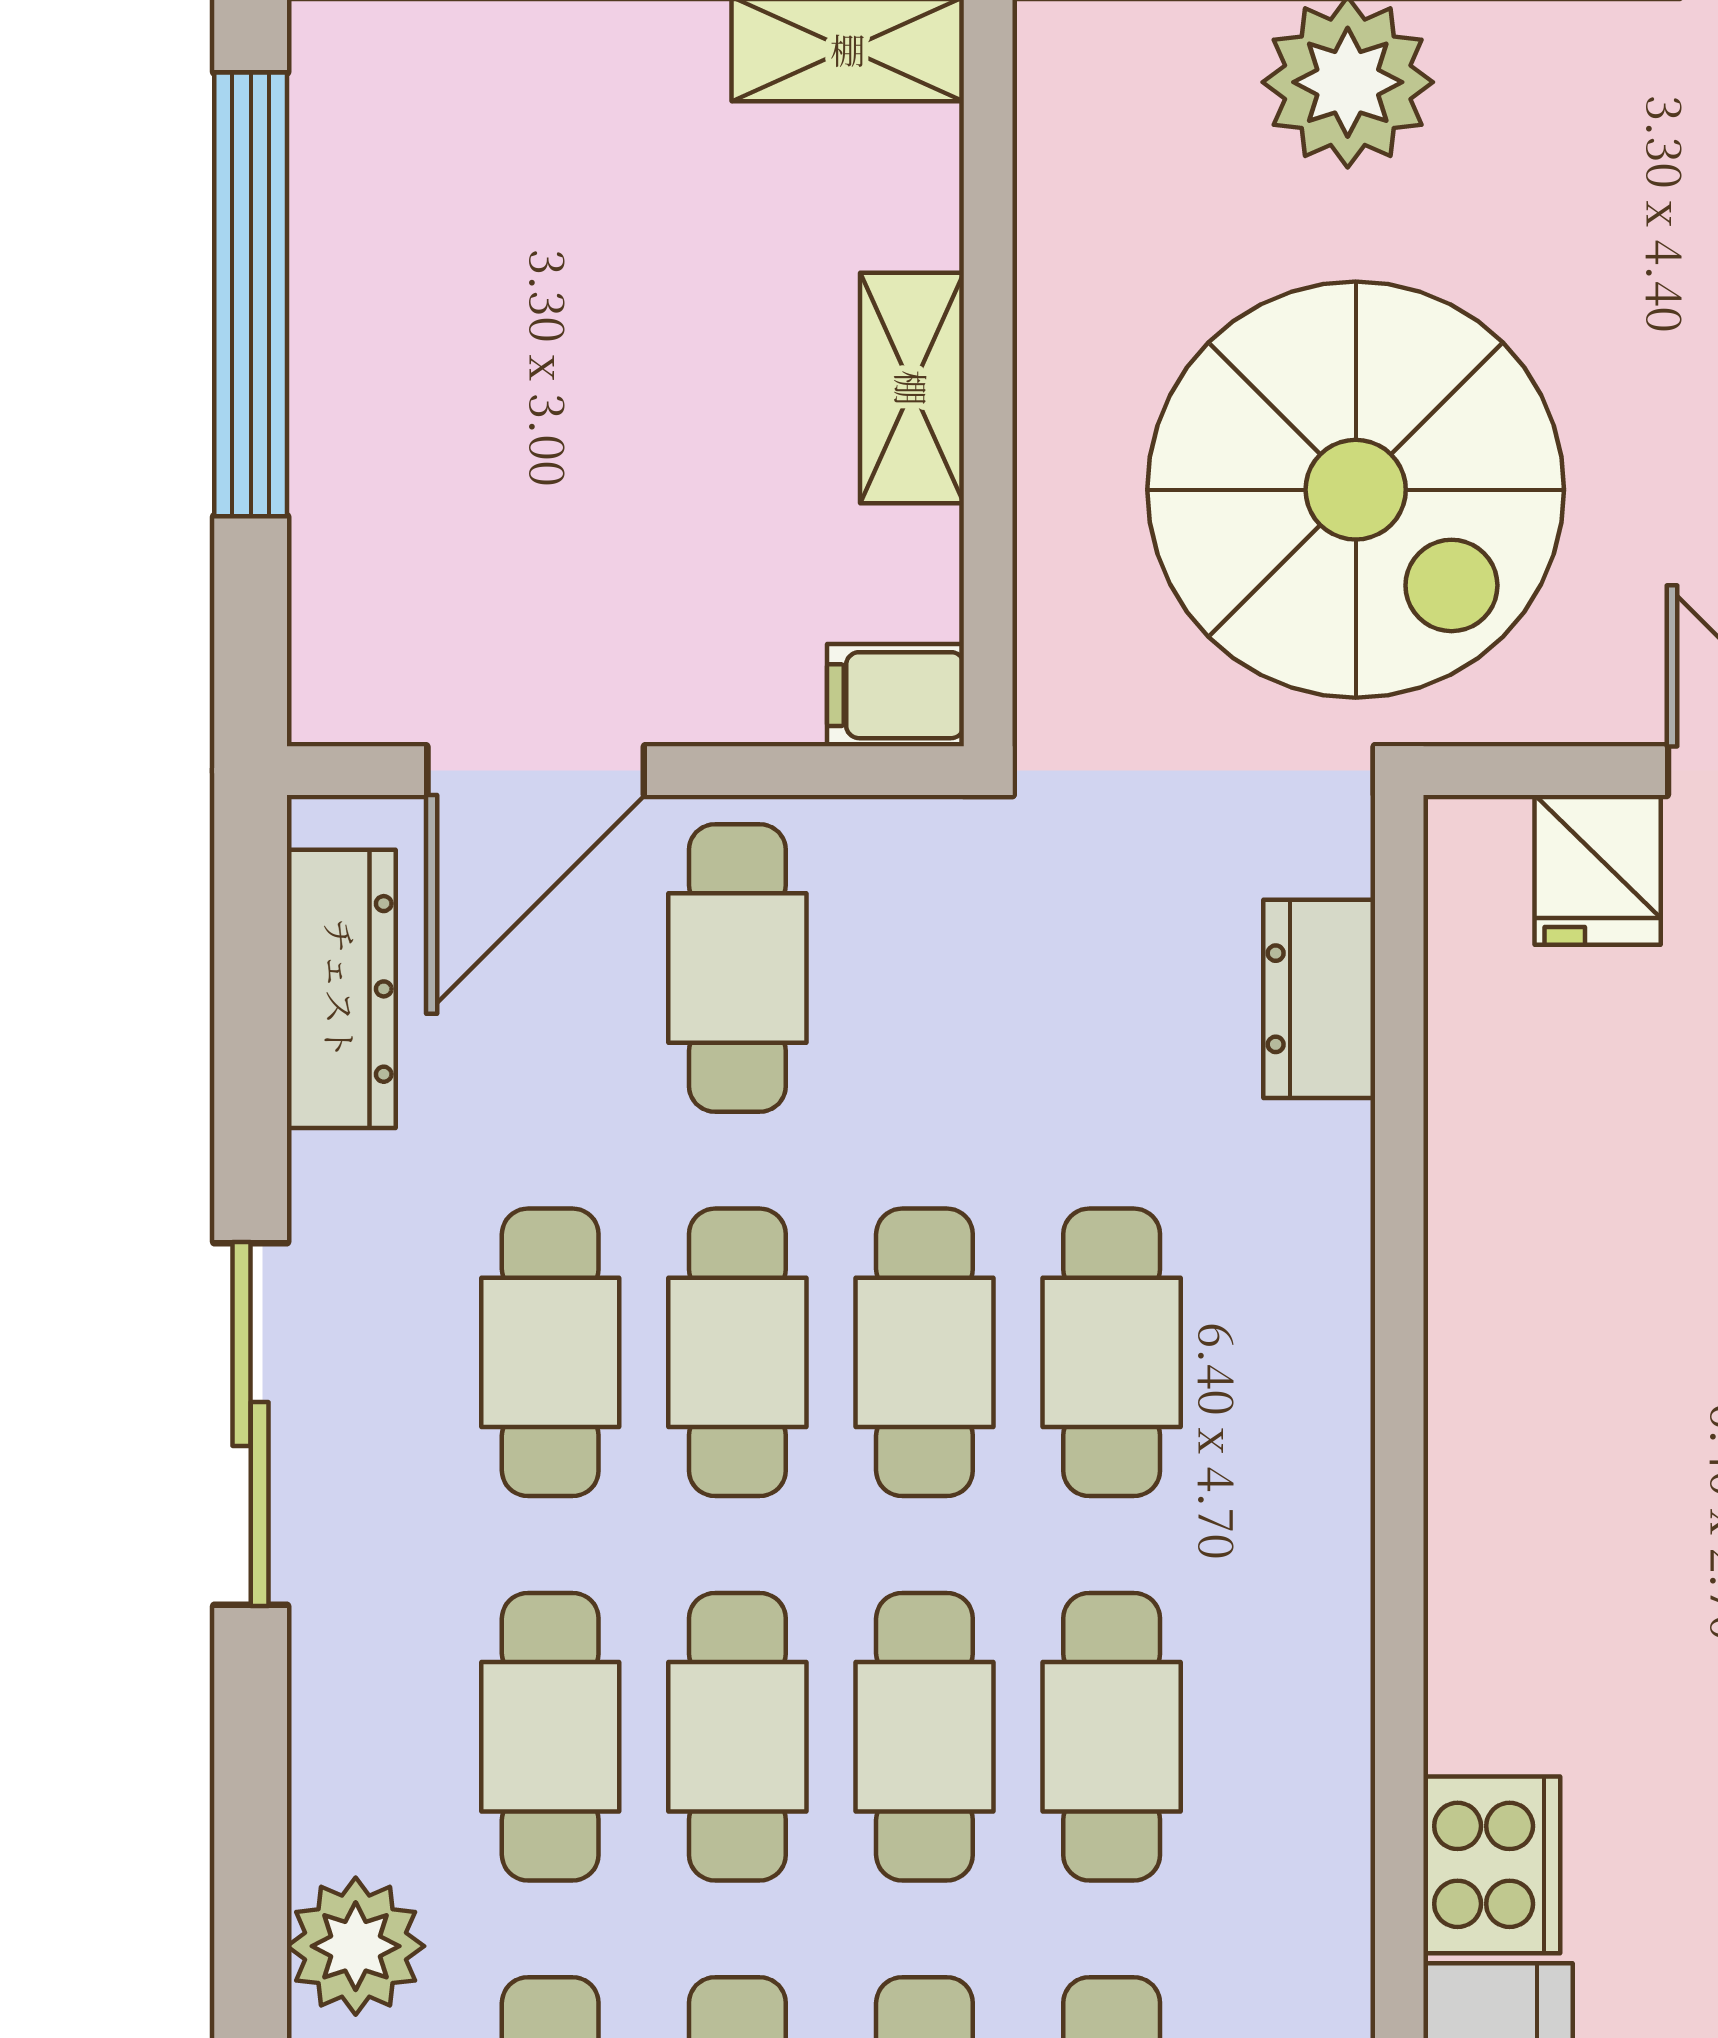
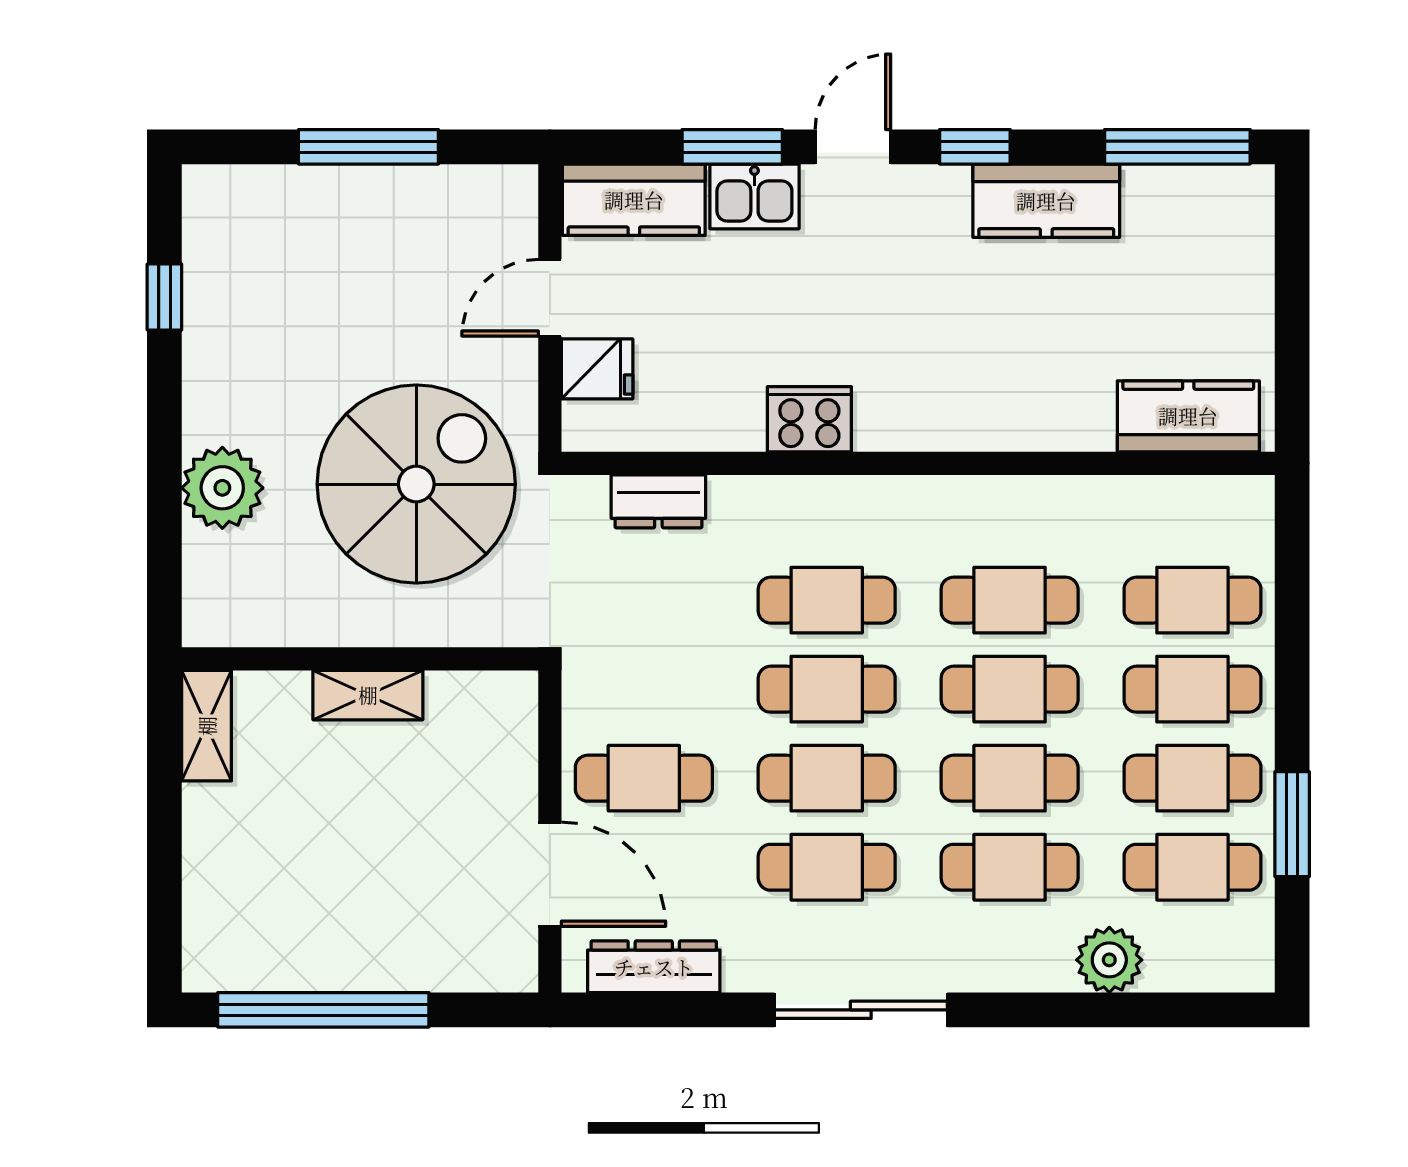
filing cabinet: (896, 695) -> (514, 703), removed
cooker: (1492, 1865) -> (809, 419), moved

